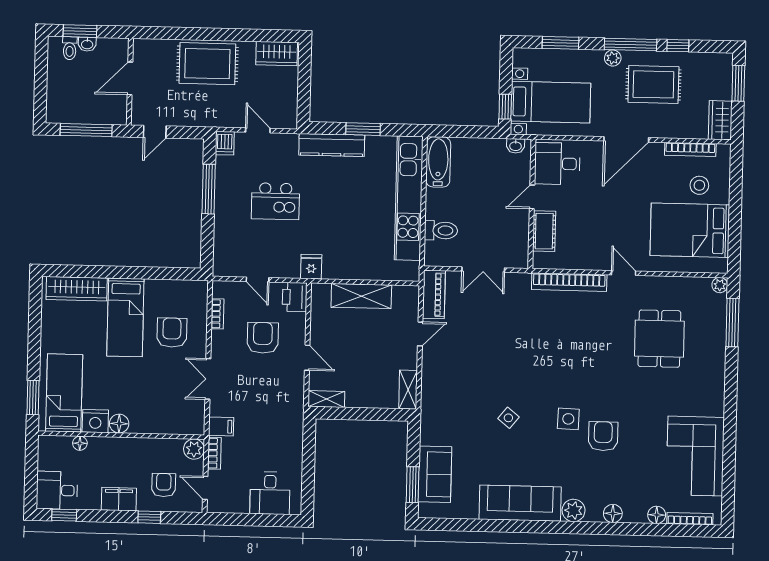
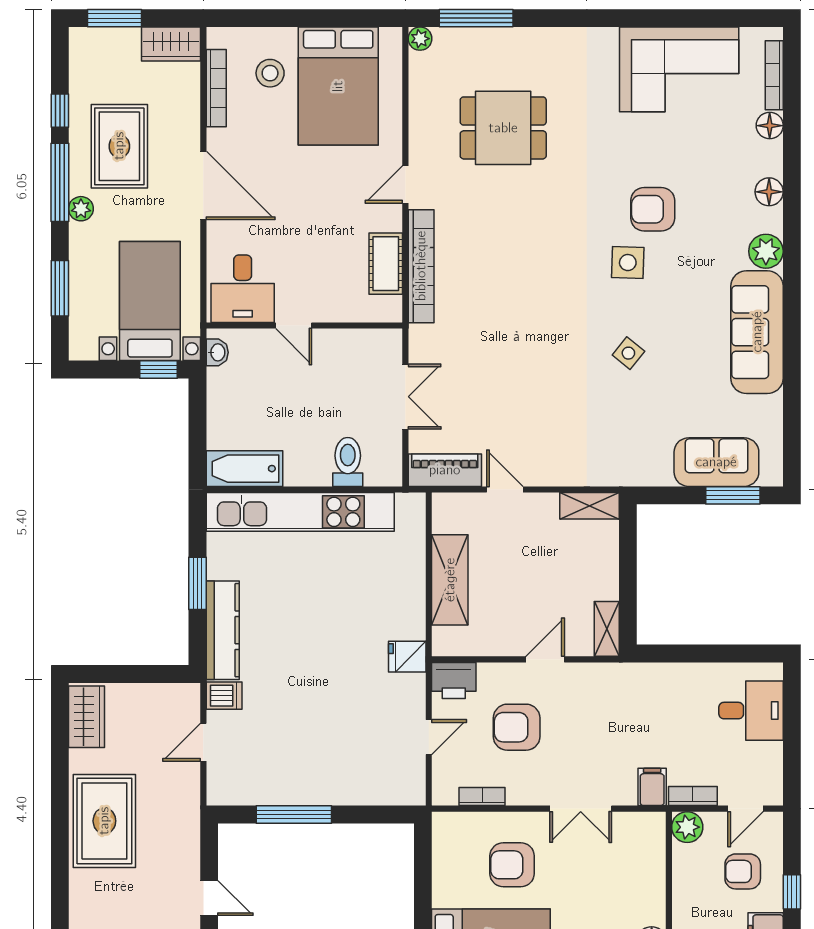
dishwasher: (225, 143) -> (224, 696), moved
kitchen island: (275, 201) -> (310, 713), removed
cot: (544, 231) -> (386, 264), moved, turned 90

